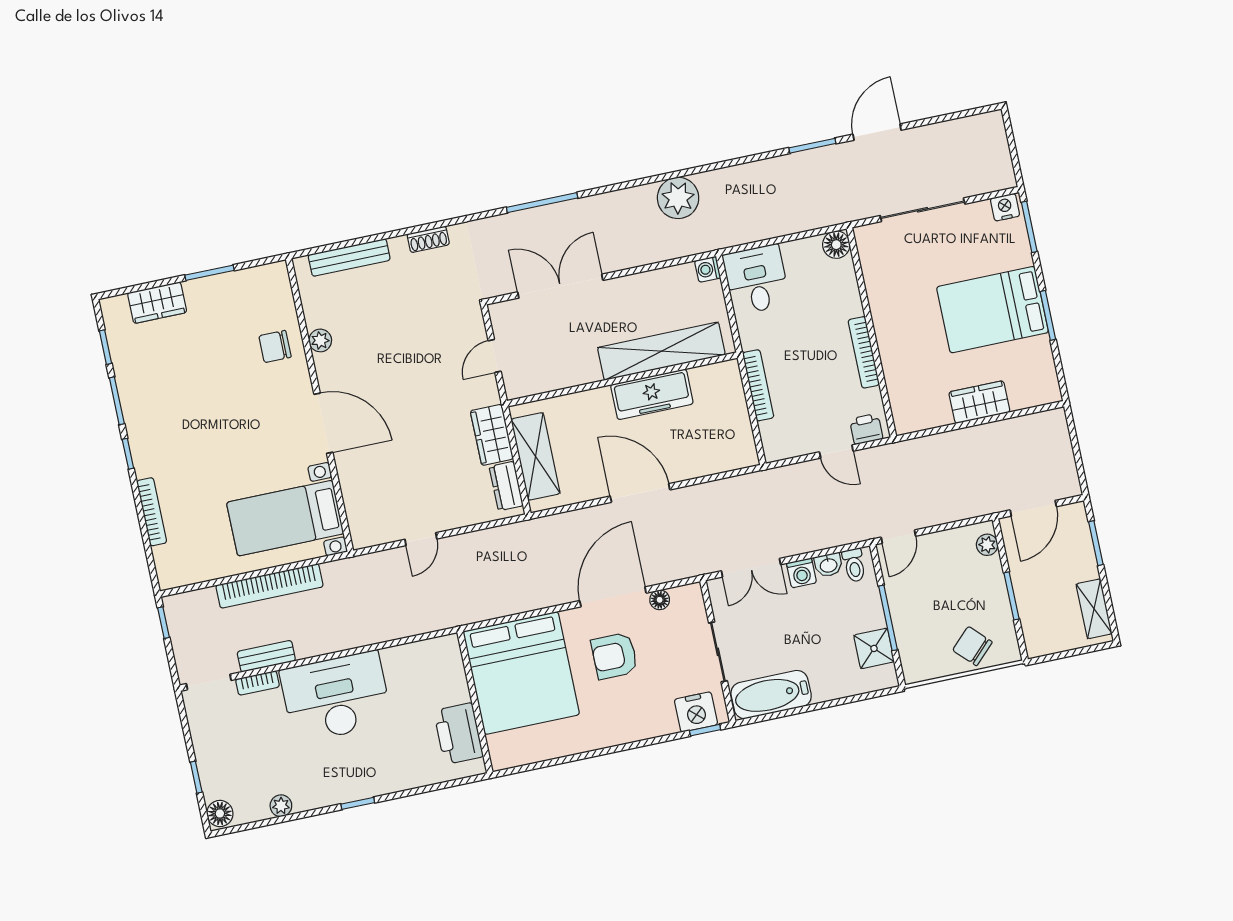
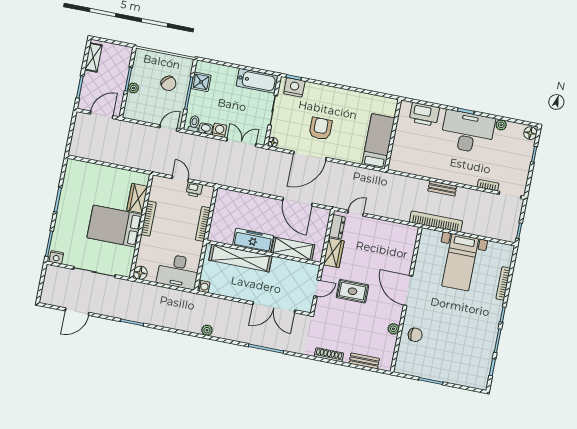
door: (877, 132) -> (77, 312), moved
plant: (678, 198) -> (207, 330), width x0.53, depth x0.53
shoe rack: (428, 239) -> (329, 355), width x1.43
bench: (349, 257) -> (364, 361), width x0.73
desk: (756, 280) -> (178, 271), width x1.37
wardrobe: (157, 303) -> (460, 378), removed
bed: (993, 310) -> (115, 226), moved, turned 180
rug: (426, 378) -> (352, 291), added
wardrobe: (979, 402) -> (137, 198), moved, turned 90
printer: (866, 429) -> (194, 189), moved
shelving: (536, 456) -> (293, 249), moved, turned 90
door: (640, 493) -> (297, 202), moved
bed with nightstands: (285, 518) -> (460, 262), moved, turned 90
door: (421, 539) -> (356, 213), moved
plant: (987, 545) -> (133, 88), moved
bookcase: (270, 586) -> (436, 221), moved
floor lamp: (660, 600) -> (273, 142), moved
chair: (972, 646) -> (169, 83), moved
bench: (266, 656) -> (442, 188), moved
armchair: (614, 656) -> (321, 129), turned -90
bed: (521, 673) -> (378, 141), width x0.49
desk: (336, 697) -> (468, 132), moved, turned 180
printer: (458, 734) -> (424, 114), moved, turned 90

